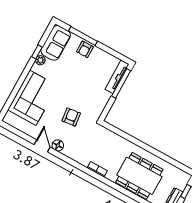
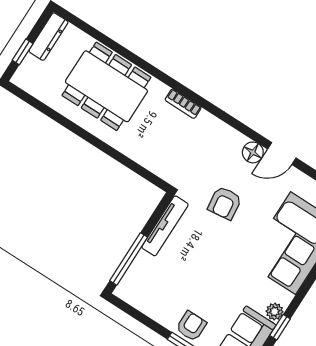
tv unit: (117, 77) -> (165, 226), moved
door: (42, 146) -> (282, 153), hinge flipped

